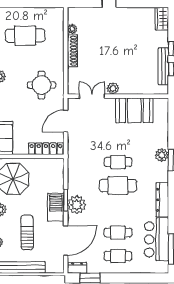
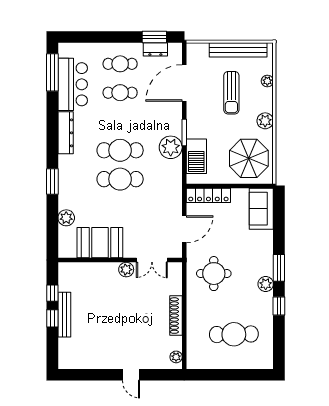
wardrobe: (162, 19) -> (66, 355), removed
plant: (72, 29) -> (176, 357), moved
bench: (163, 66) -> (64, 315), moved
plant: (162, 155) -> (66, 218), moved
cafe table: (118, 162) -> (120, 179), width x1.37, depth x1.35
plant: (77, 205) -> (171, 147), moved
barbecue: (56, 207) -> (196, 156), moved
dresser: (77, 268) -> (155, 49), moved

